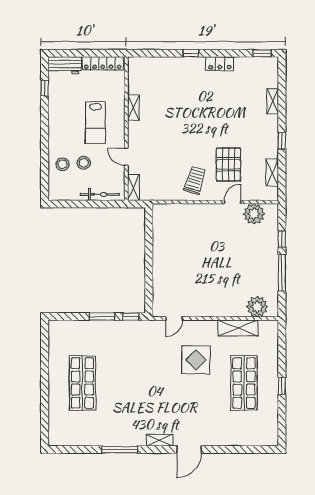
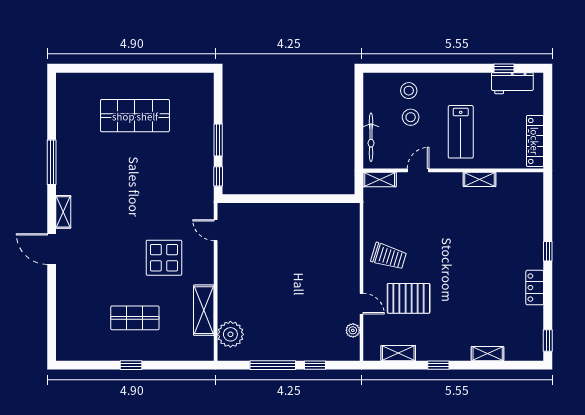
workbench: (65, 65) -> (512, 83), moved, turned -90
lab bench: (95, 123) -> (461, 132), turned -90
plant: (254, 214) -> (353, 330), width x0.53, depth x0.53
shop shelf: (244, 383) -> (135, 318), width x0.70, depth x0.74

